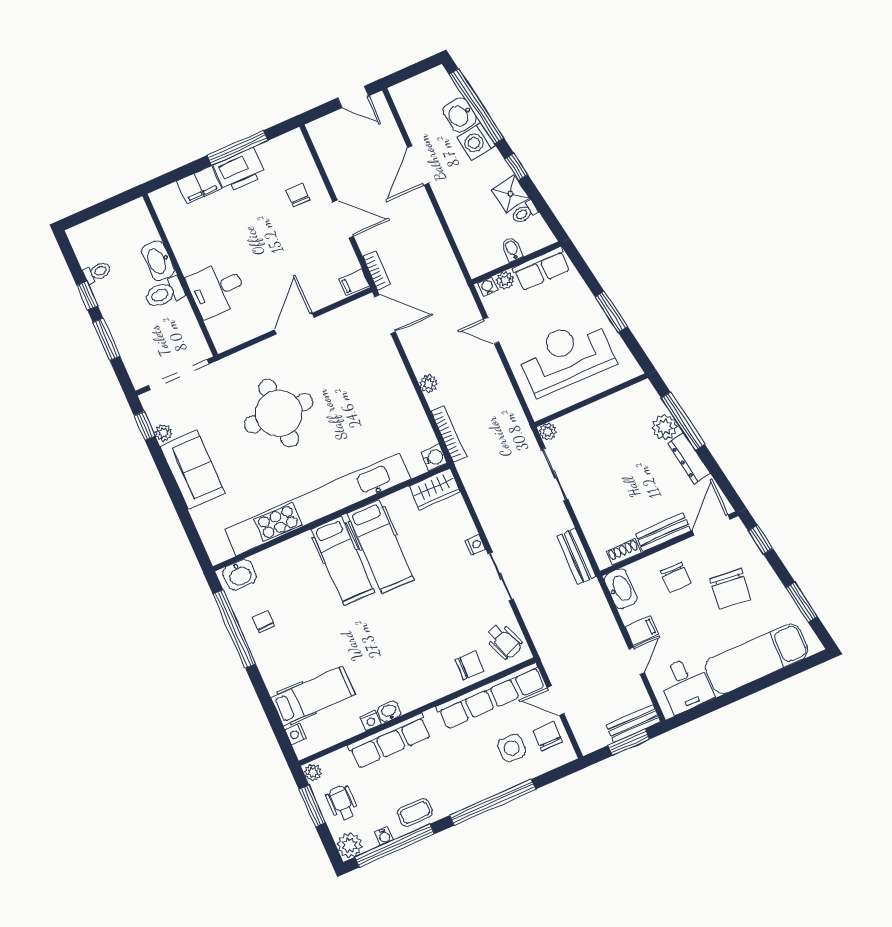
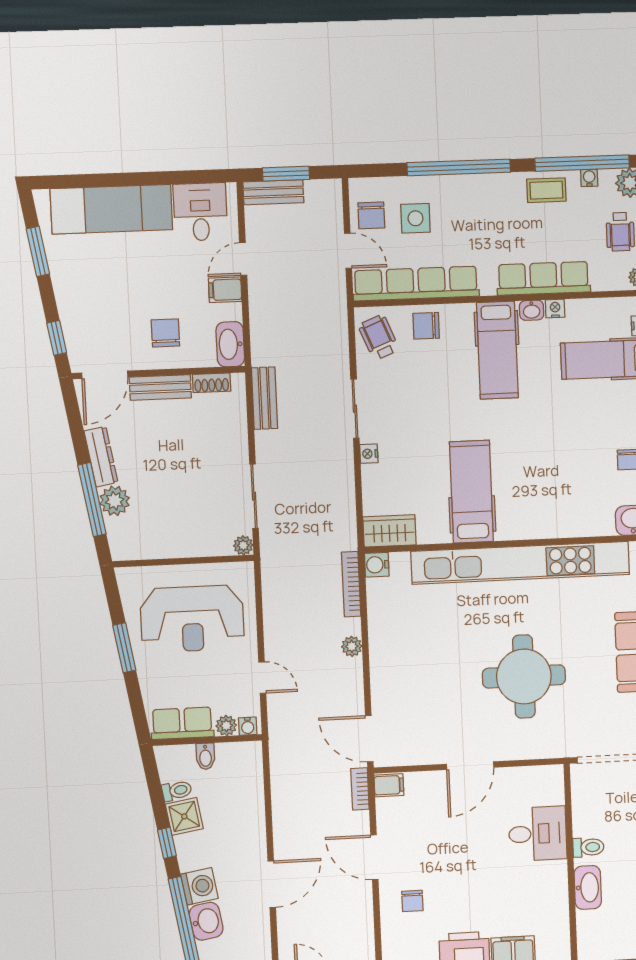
toilet: (165, 293) -> (588, 847), width x0.73, depth x0.72
hospital bed: (342, 561) -> (497, 350), moved, turned 180
chair: (730, 589) -> (111, 297), removed

